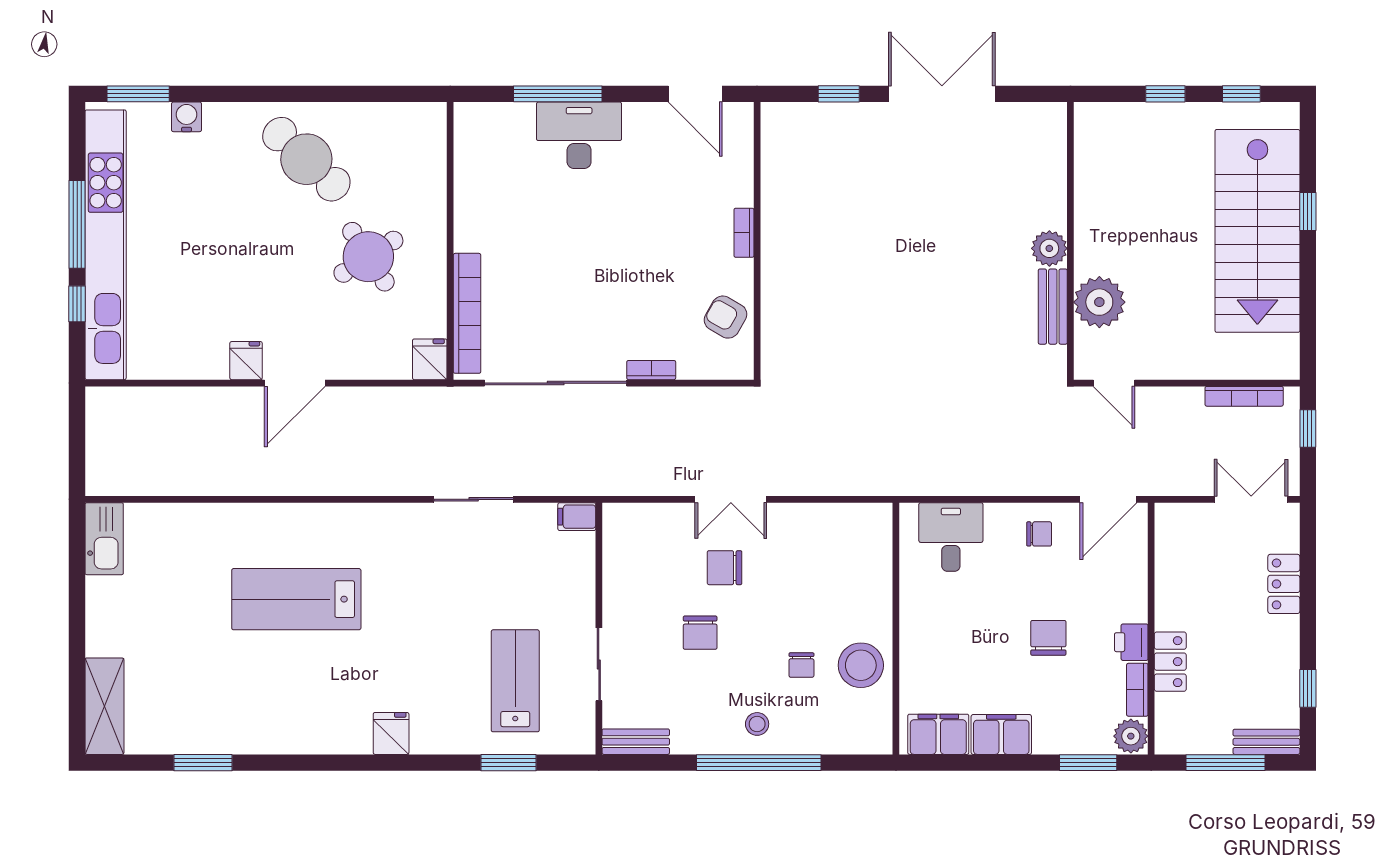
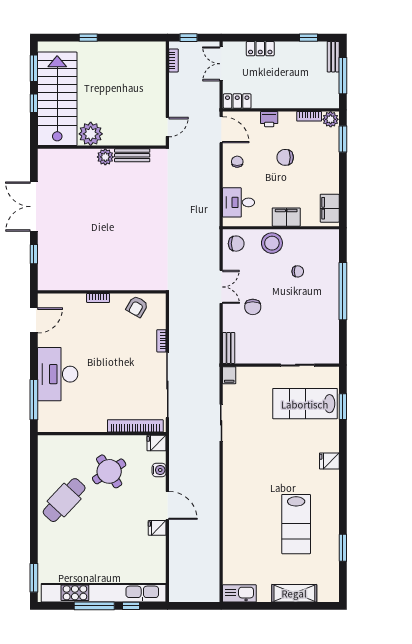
window: (558, 94) -> (34, 400), moved
window: (1241, 94) -> (34, 68), width x1.50
water cooler: (187, 117) -> (159, 470), moved, turned 180
desk: (579, 135) -> (58, 374), width x1.36, depth x1.30
stairs: (1257, 231) -> (57, 99), moved, turned -90
plant: (1099, 302) -> (91, 134), moved
bookcase: (1244, 396) -> (174, 60), width x0.64
double door: (731, 499) -> (221, 287), moved
lab bench: (296, 599) -> (296, 524), moved
chair: (700, 633) -> (236, 244), moved
printer: (1131, 642) -> (269, 119), moved
locker: (1170, 662) -> (237, 101), moved
stool: (861, 665) -> (272, 243), moved
lab bench: (515, 681) -> (305, 404), width x1.36, depth x1.39
shelving: (104, 706) -> (294, 593), moved
stool: (757, 724) -> (325, 292), removed
filing cabinet: (1001, 734) -> (286, 217), moved, turned 90
bench: (636, 742) -> (229, 348), moved

